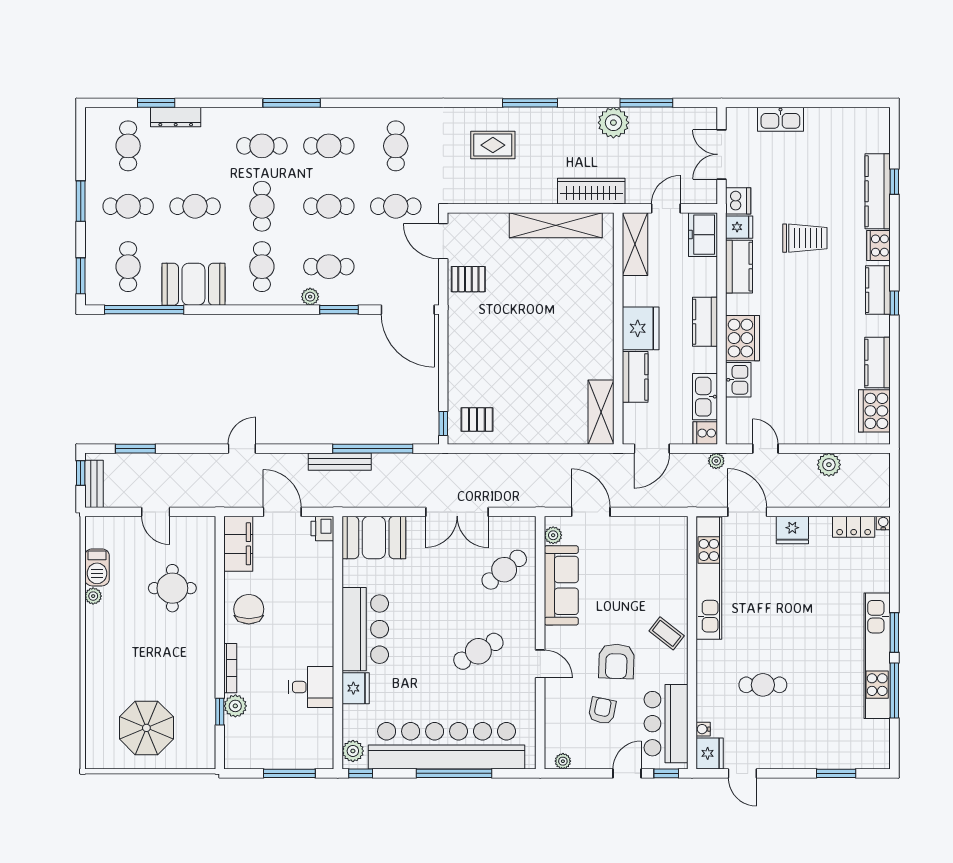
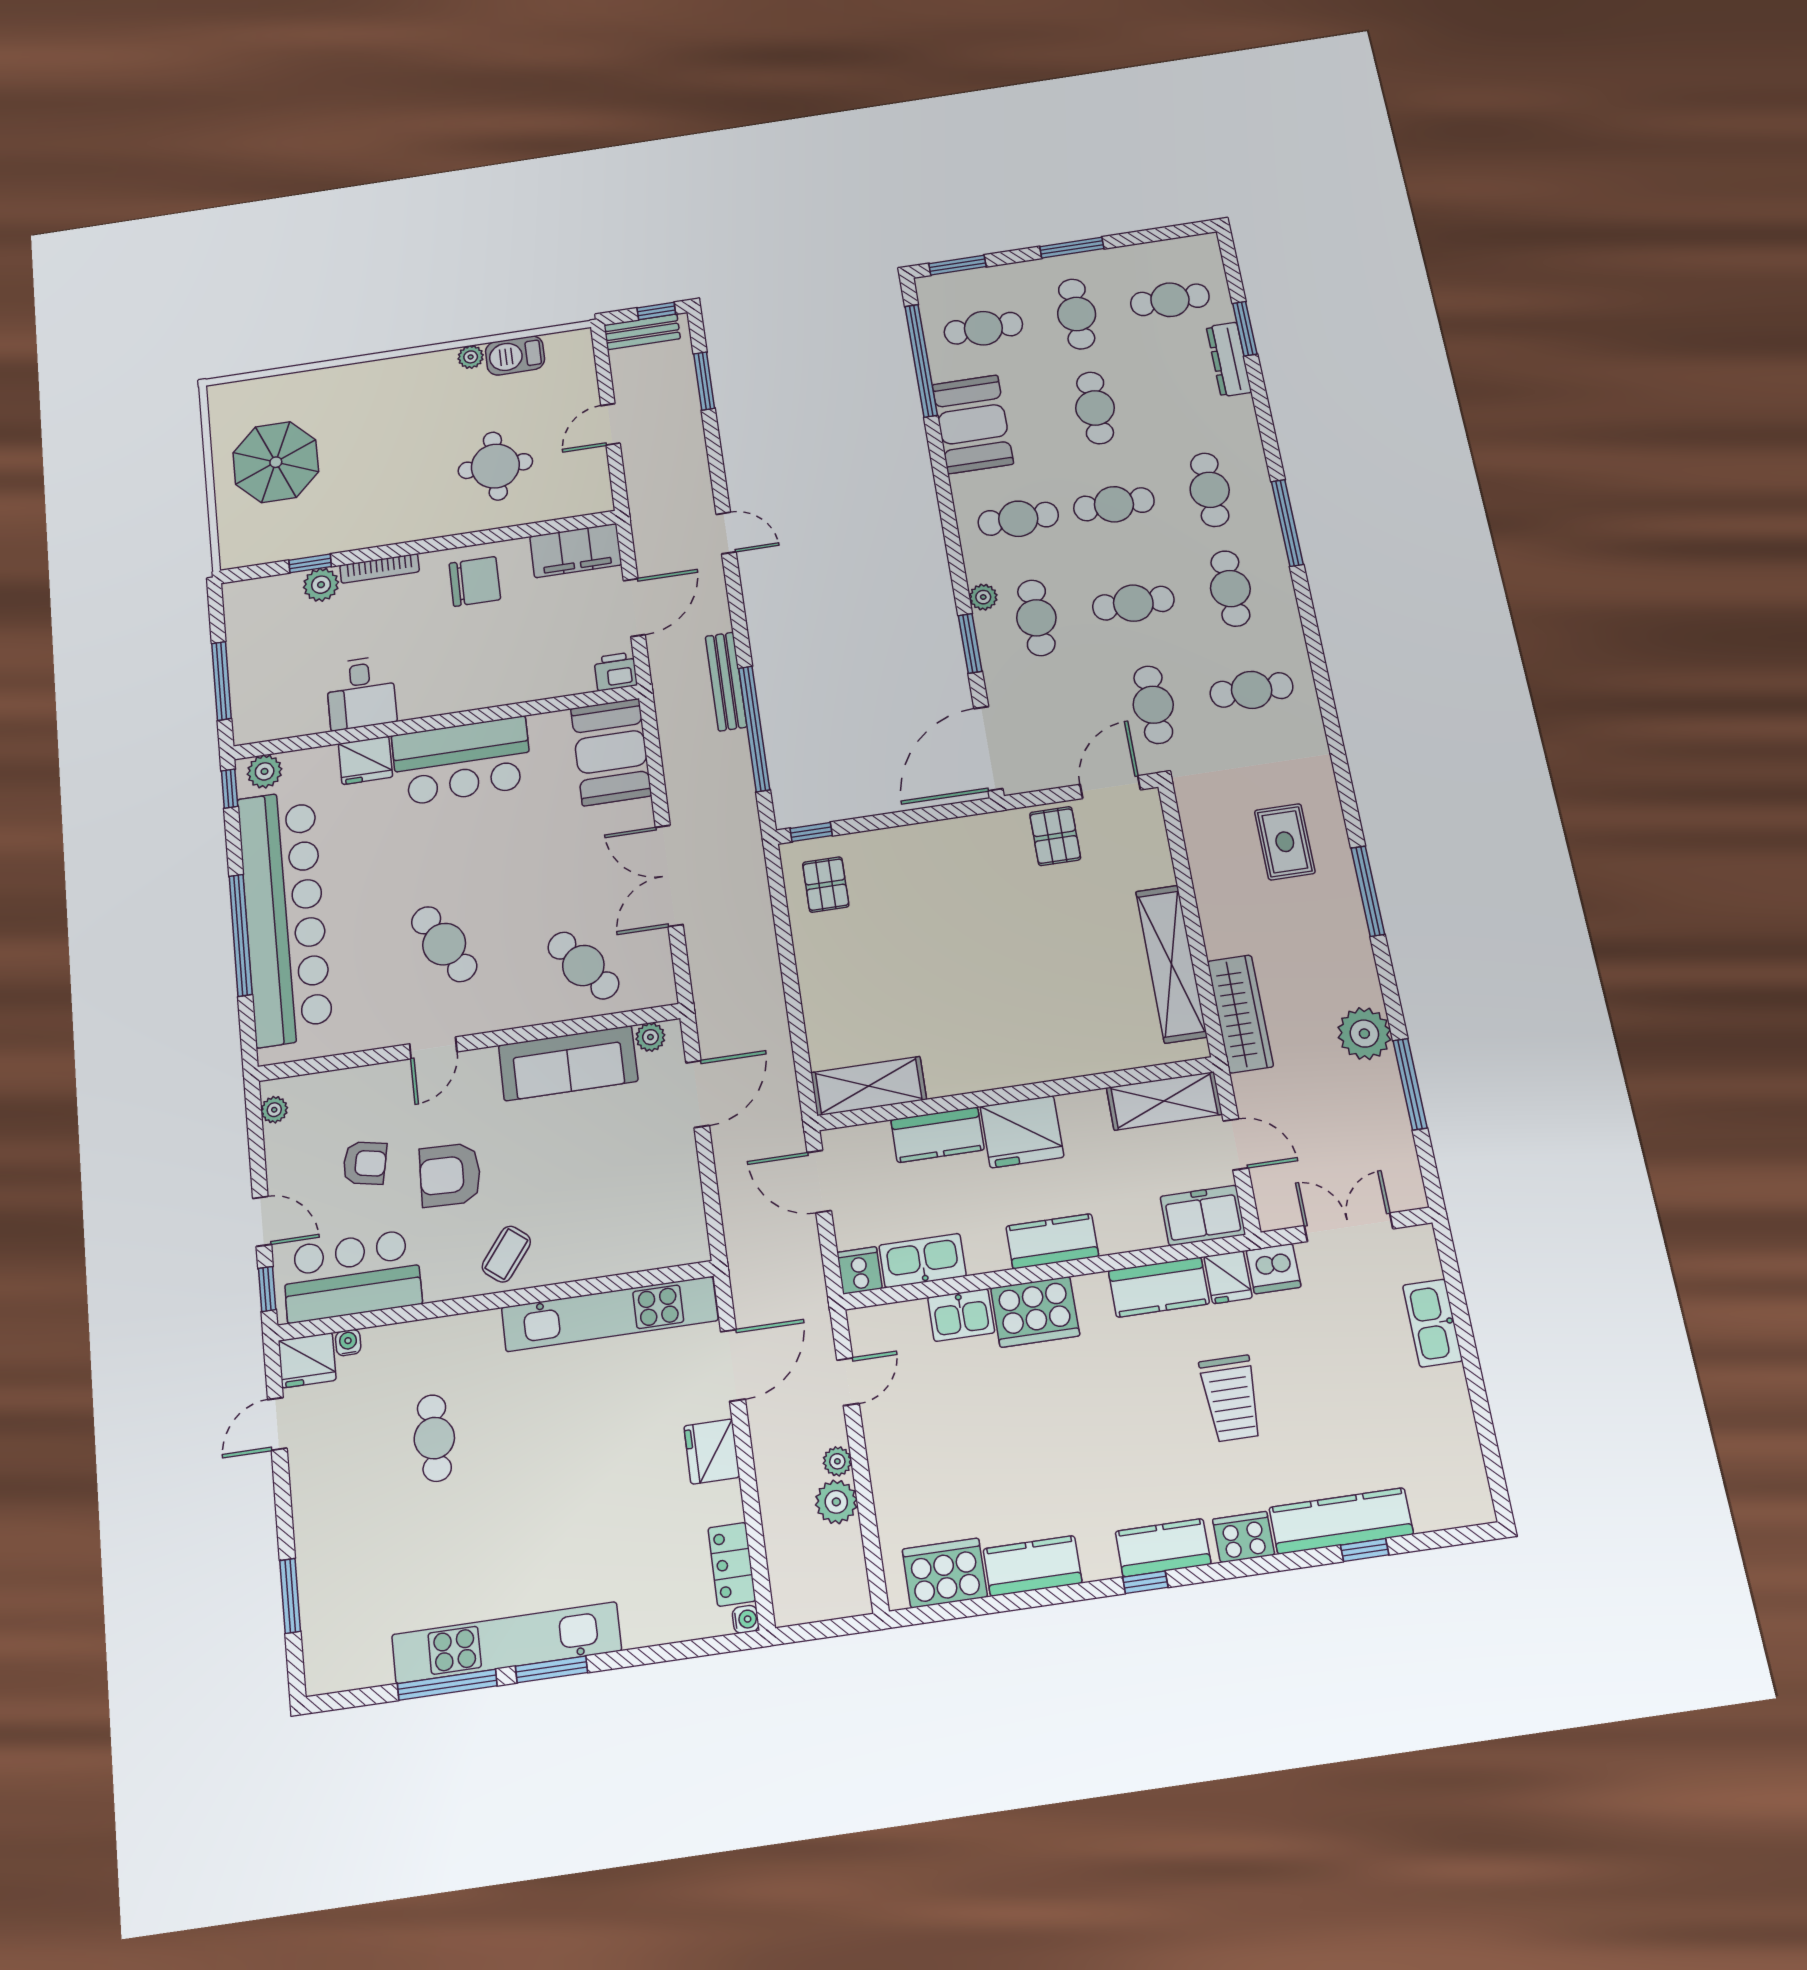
cafe table: (329, 206) -> (1133, 603), turned 90
plant: (716, 461) -> (837, 1461), moved

